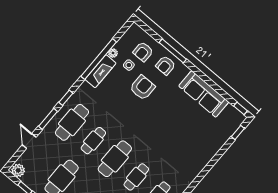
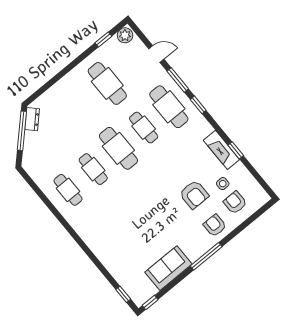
window: (173, 51) -> (206, 256), moved
plant: (113, 53) -> (240, 168), removed
window: (99, 59) -> (236, 150), width x0.32
sofa: (204, 94) -> (168, 268), width x0.73

